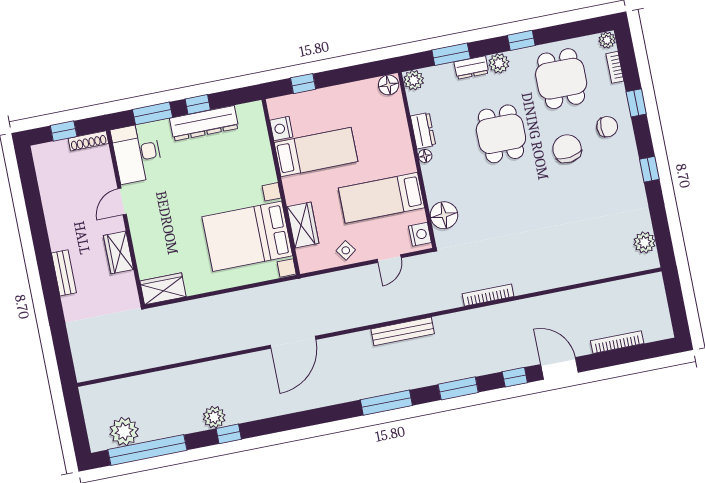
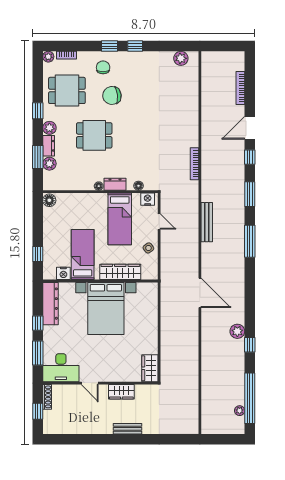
plant: (414, 80) -> (49, 164), moved
window: (636, 103) -> (110, 46), moved
dresser: (204, 123) -> (50, 304), moved
dresser: (423, 131) -> (115, 184), moved
floor lamp: (444, 215) -> (138, 186), width x0.53, depth x0.53
wardrobe: (303, 225) -> (120, 272), width x1.50
bed with nightstands: (247, 236) -> (106, 308), moved
plant: (214, 417) -> (237, 331), moved
plant: (124, 432) -> (240, 411), width x0.53, depth x0.53

